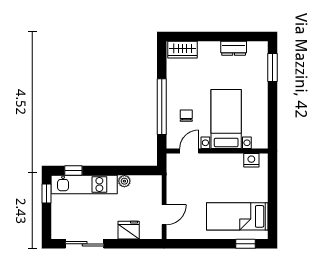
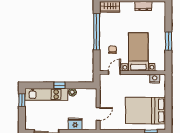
window: (272, 68) -> (168, 41), moved
window: (162, 107) -> (97, 32), moved
window: (73, 171) -> (59, 85), moved
bed: (237, 216) -> (146, 111), width x1.50

